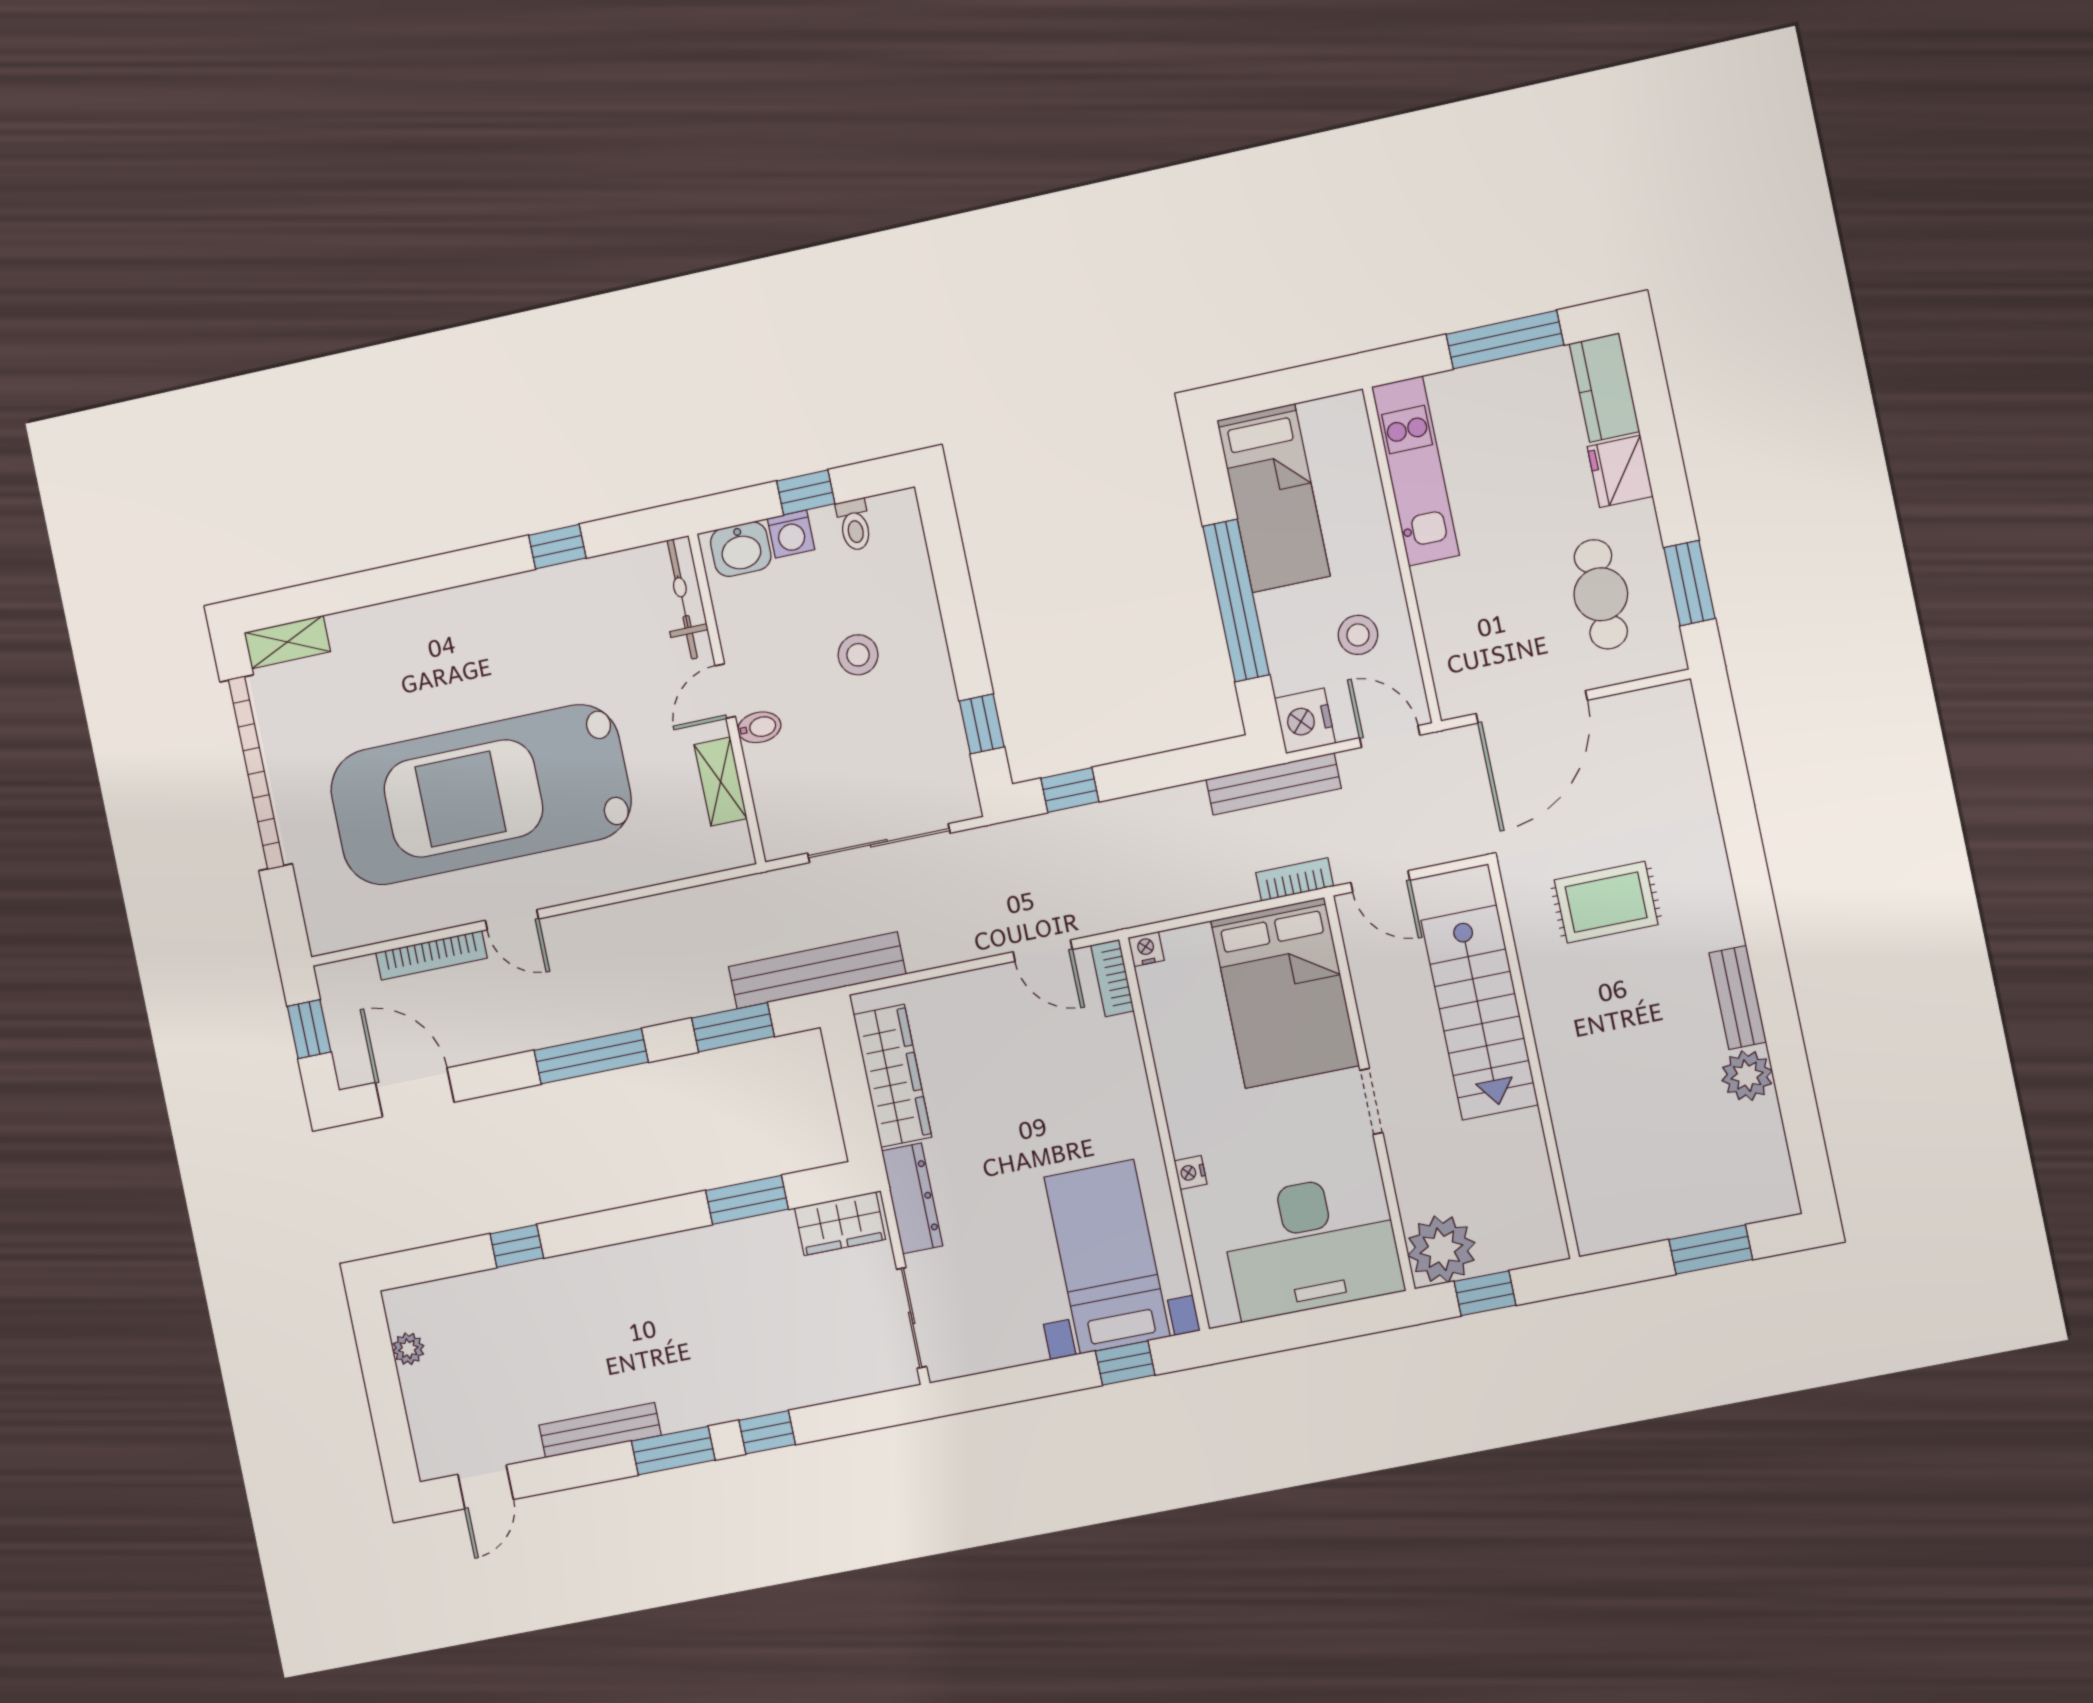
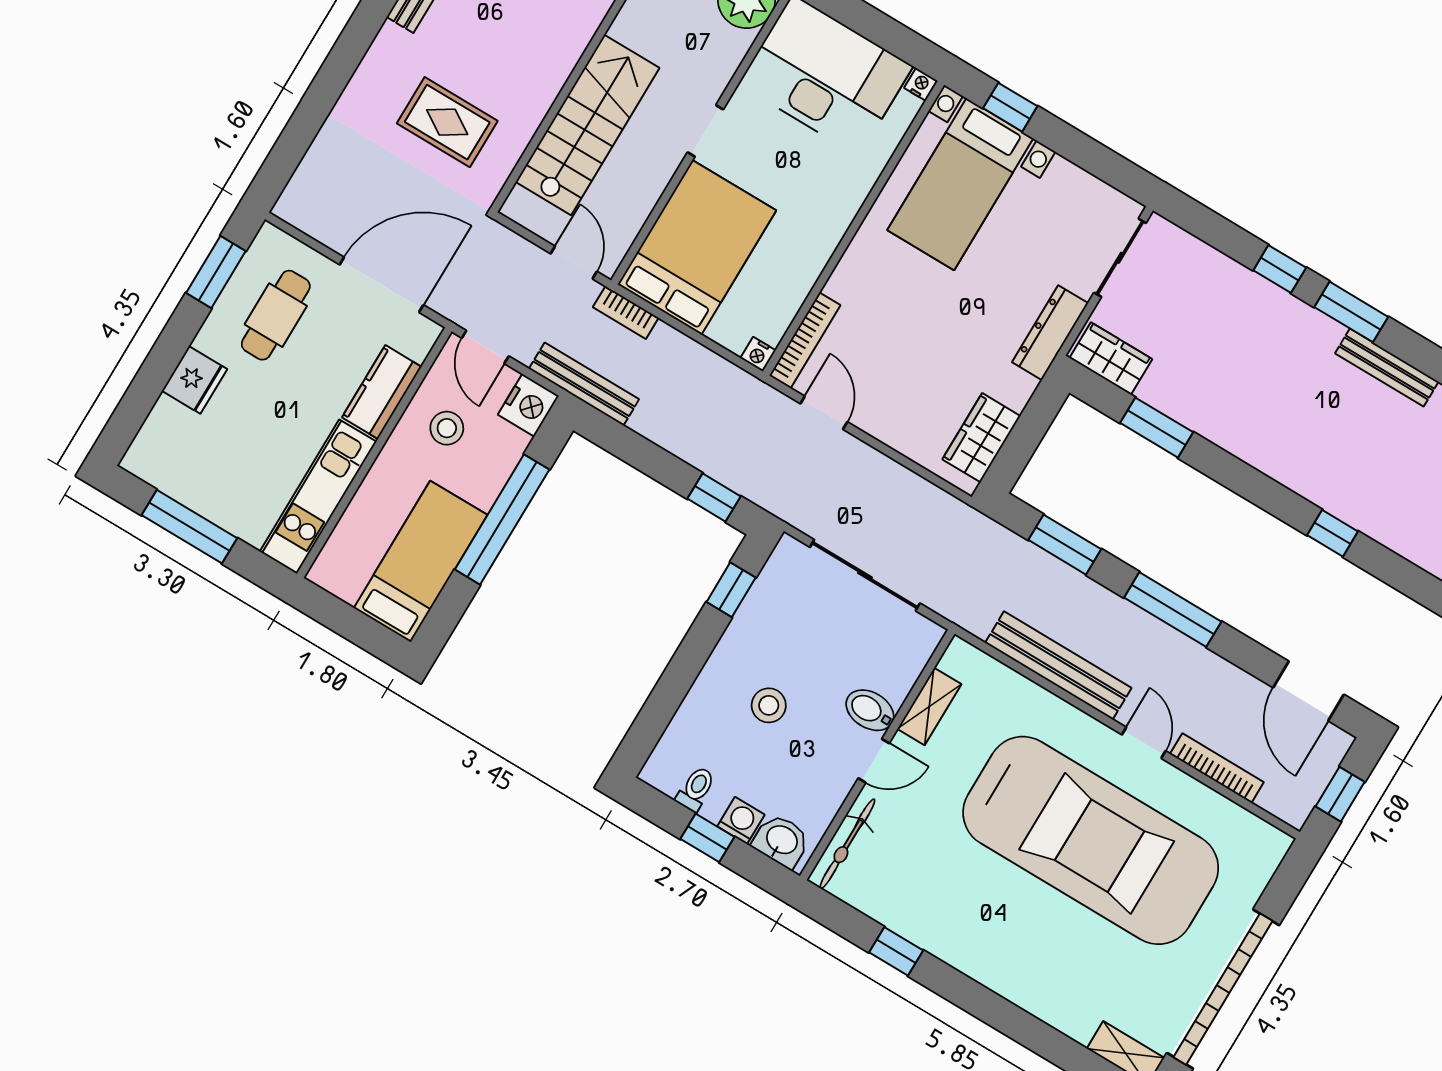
kitchen counter: (1604, 388) -> (382, 392), moved, turned 180
bidet: (759, 727) -> (870, 710), width x1.38, depth x1.36
bench: (817, 970) -> (1058, 665), moved
bookcase: (1112, 978) -> (805, 340), width x1.56
wardrobe: (892, 1076) -> (981, 438), width x0.67
nightstand: (1191, 1172) -> (921, 84), moved, turned -90

